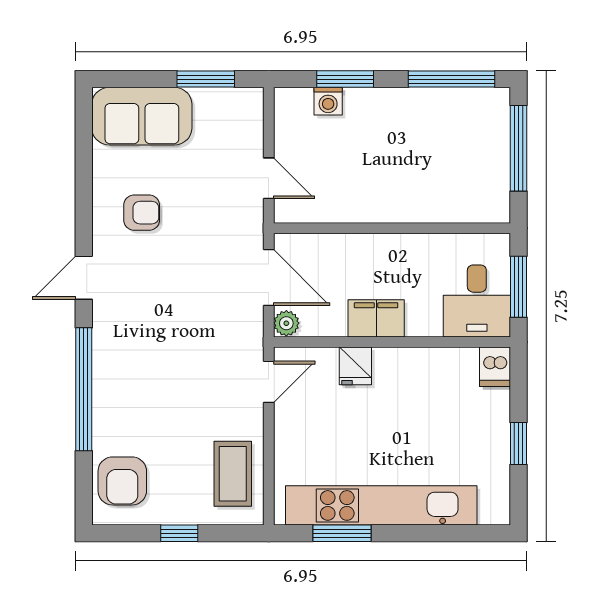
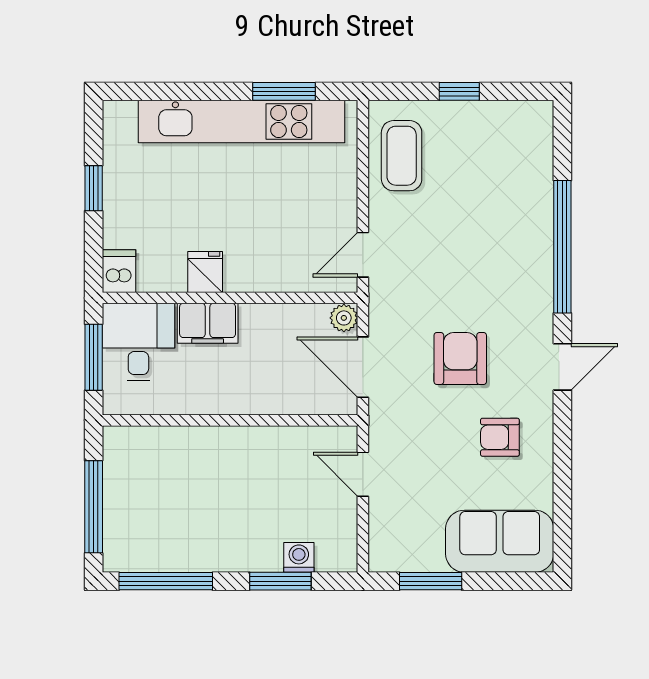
filing cabinet: (376, 318) -> (208, 323), moved
fridge: (355, 366) -> (205, 272), moved
armchair: (122, 481) -> (460, 358), moved

